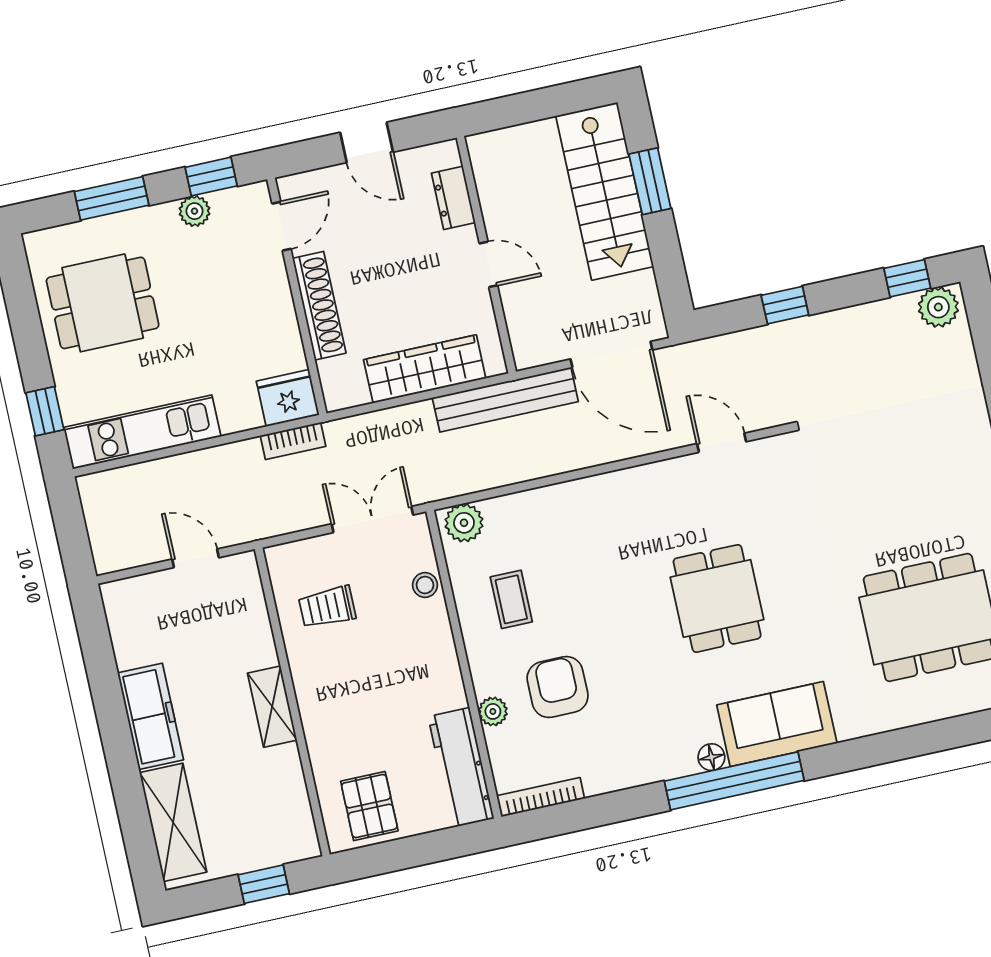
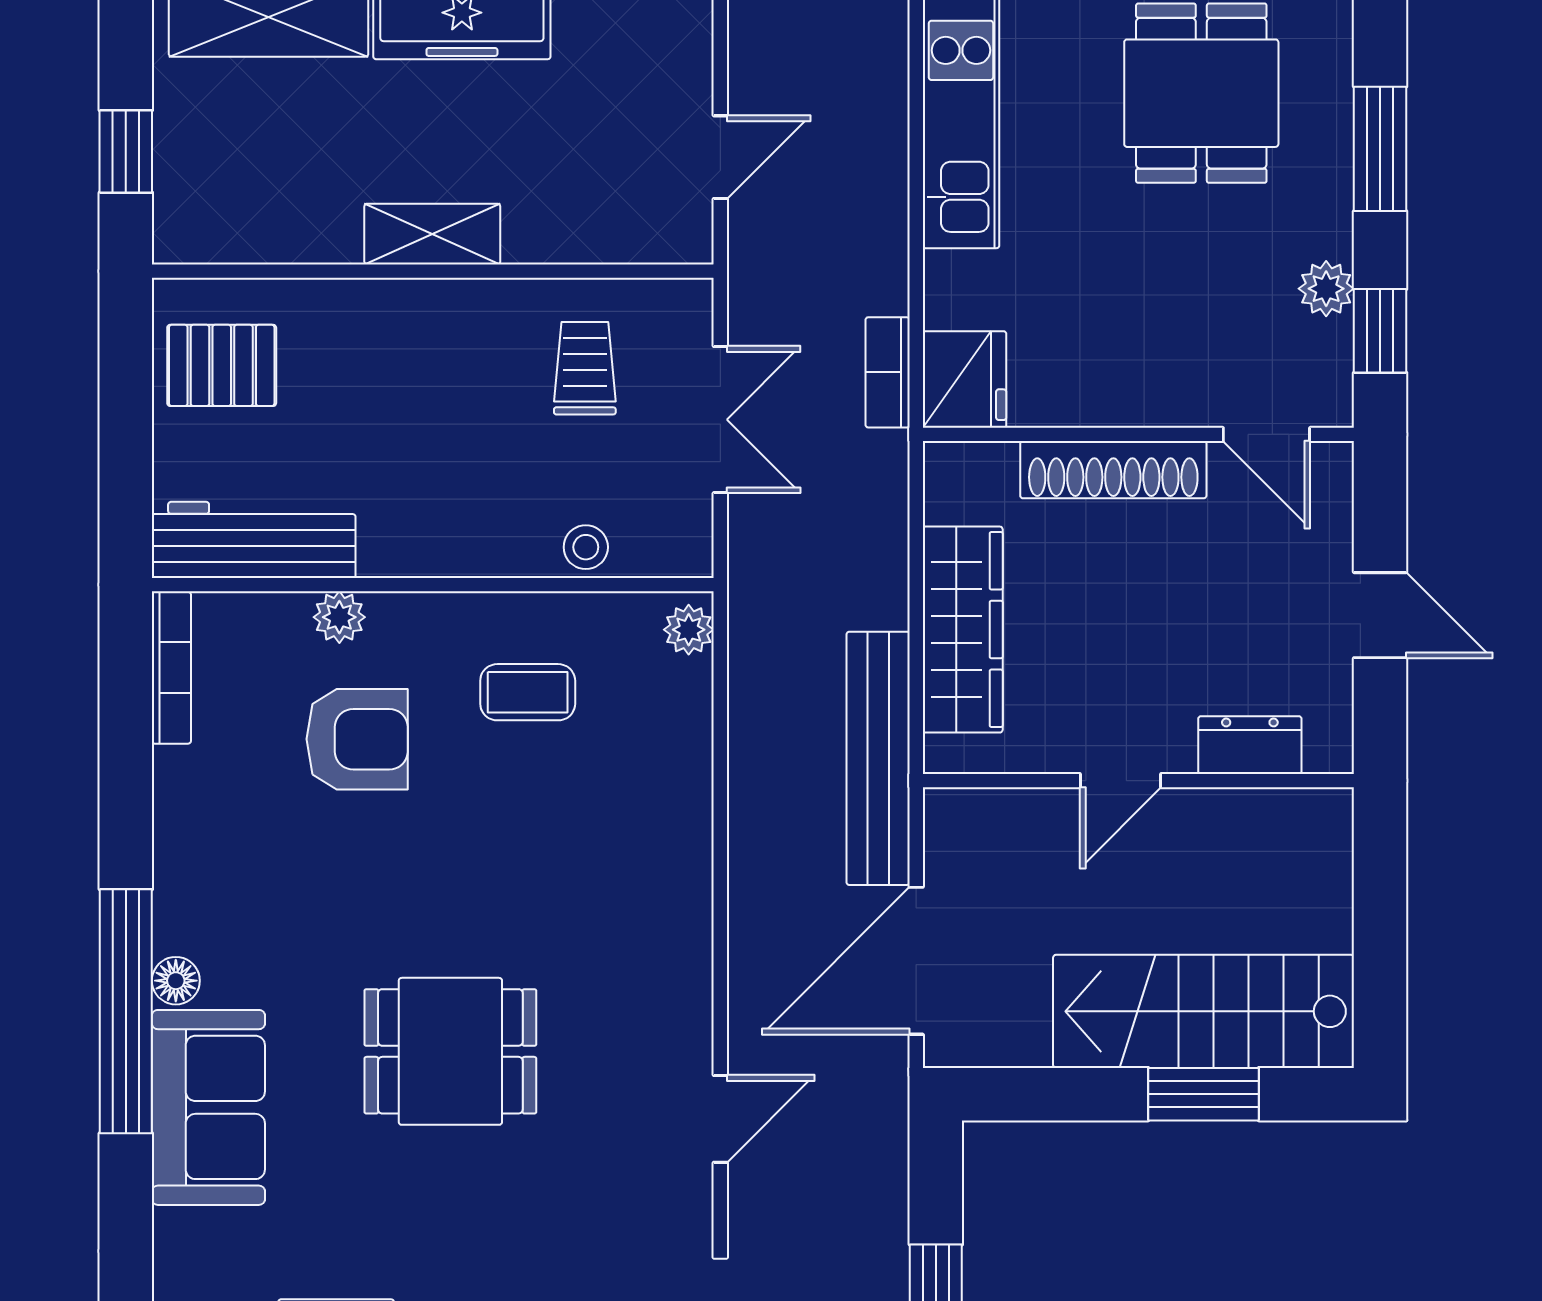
door: (367, 142) -> (1380, 615), swing flipped
double door: (372, 519) -> (720, 420), moved
plant: (464, 523) -> (689, 630), width x0.73, depth x0.73

